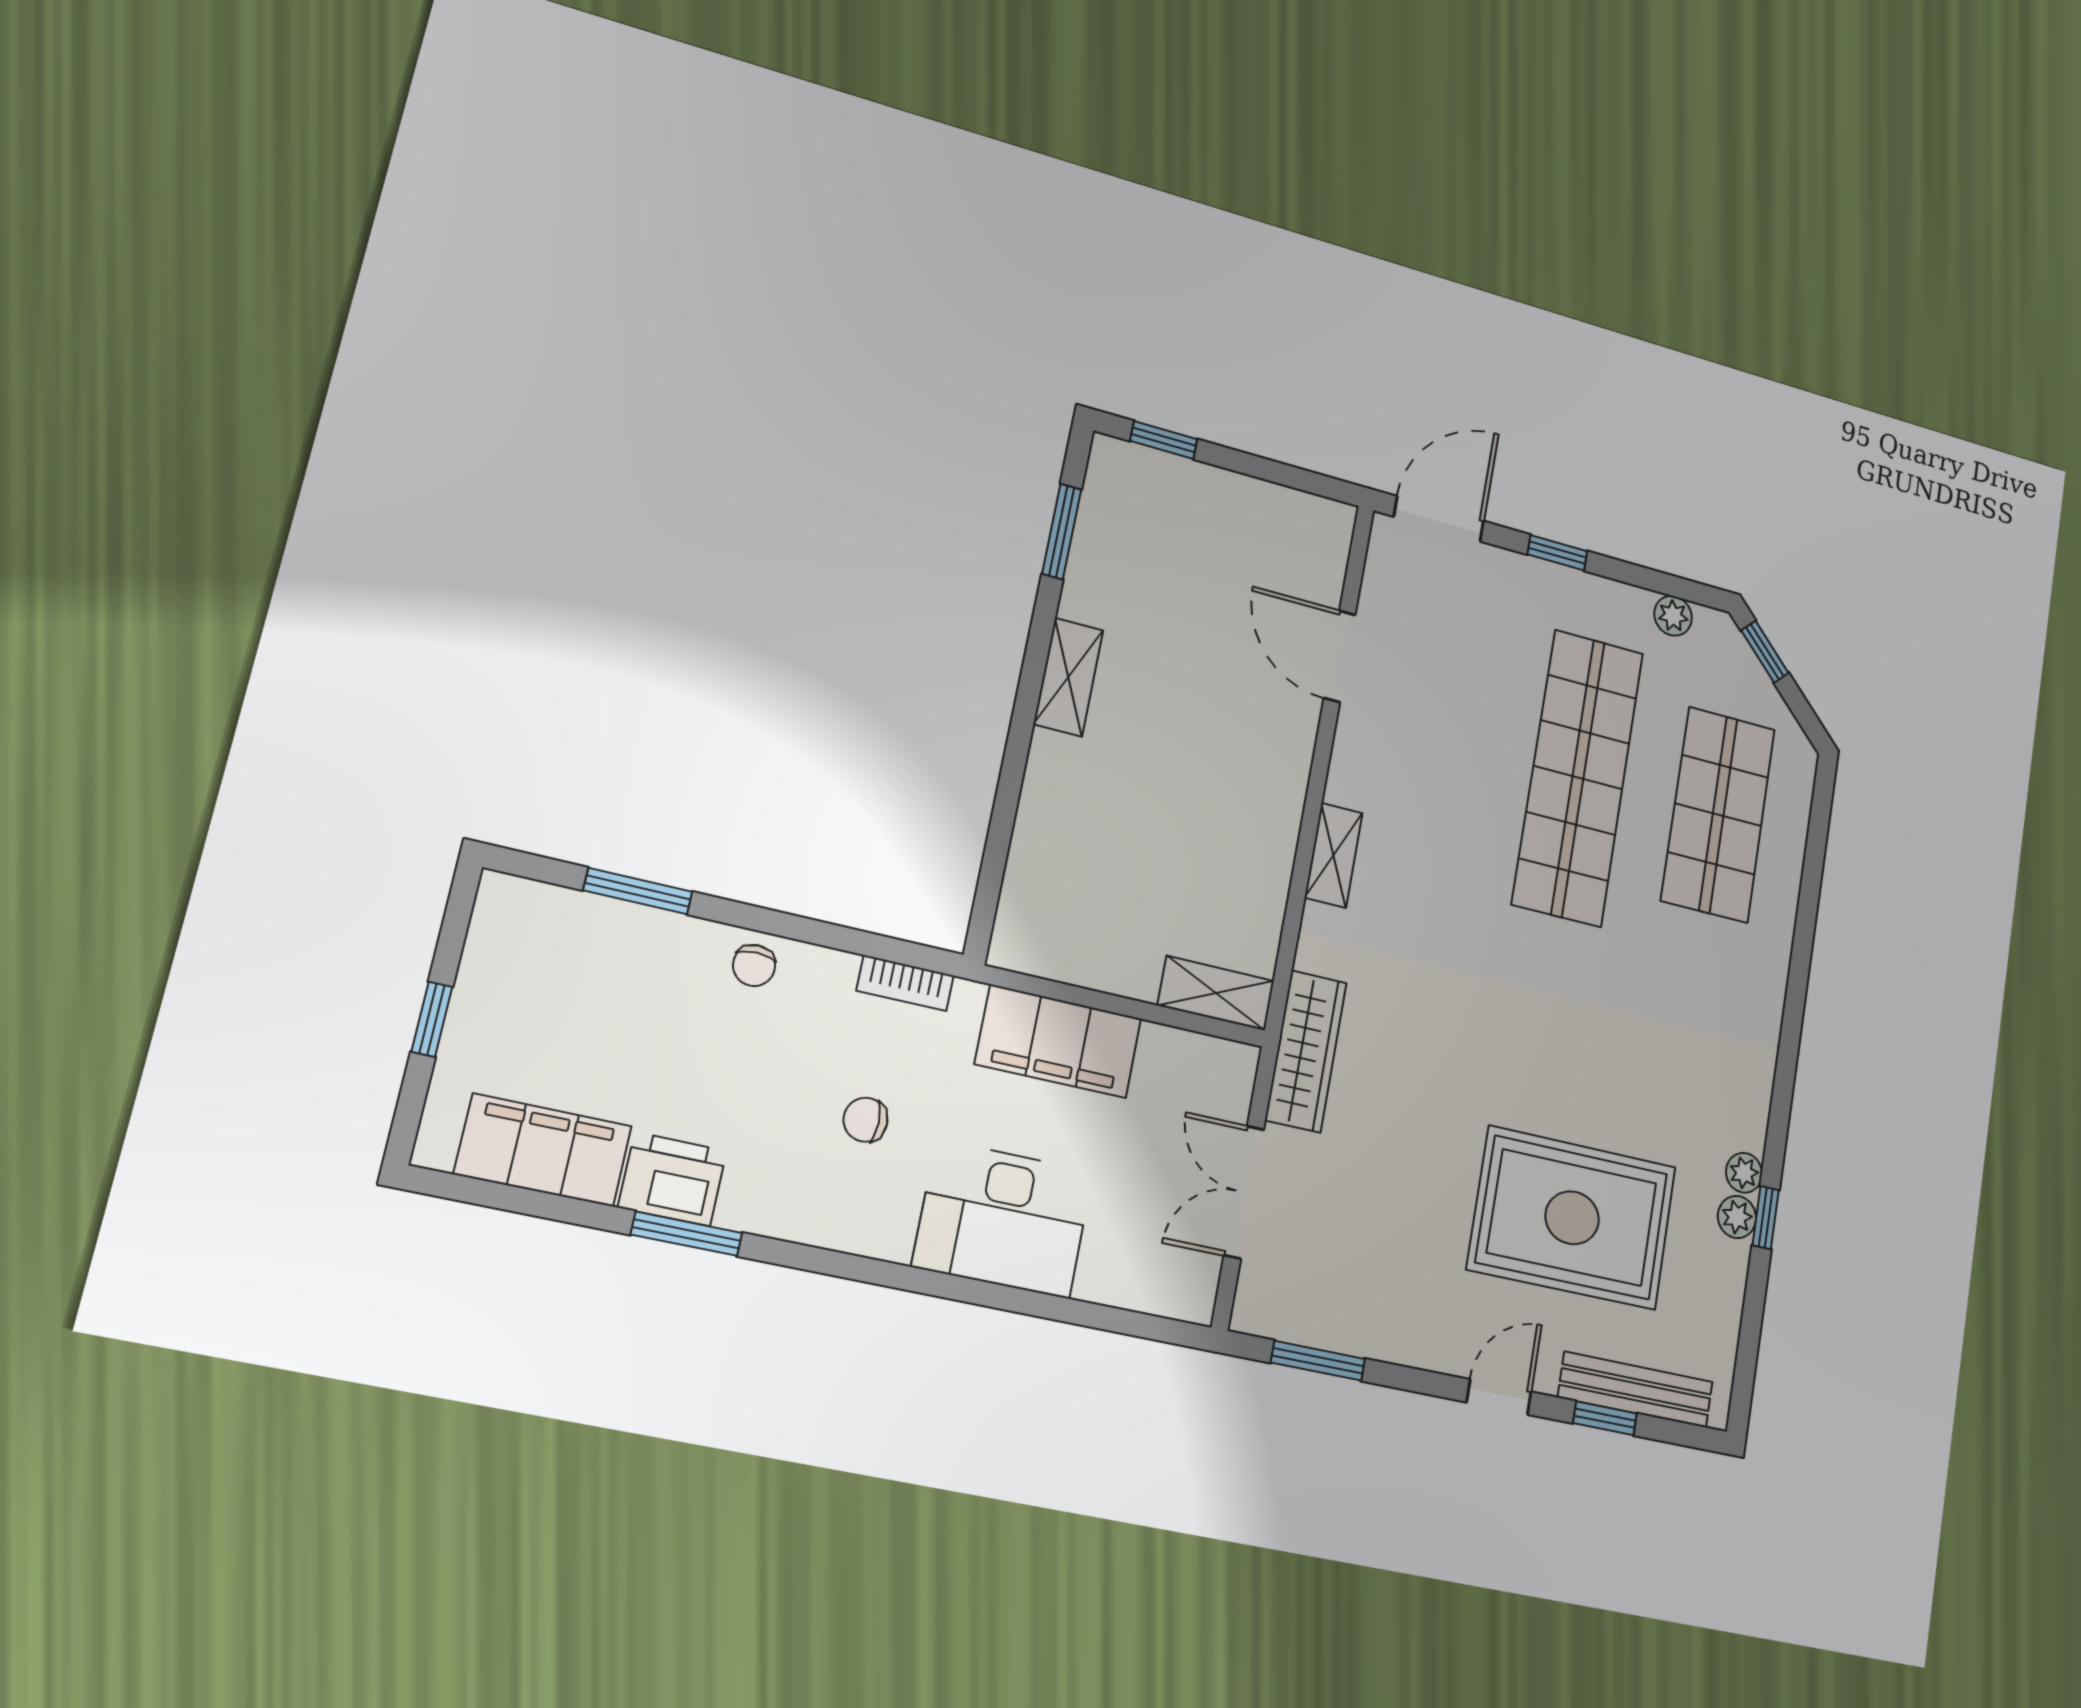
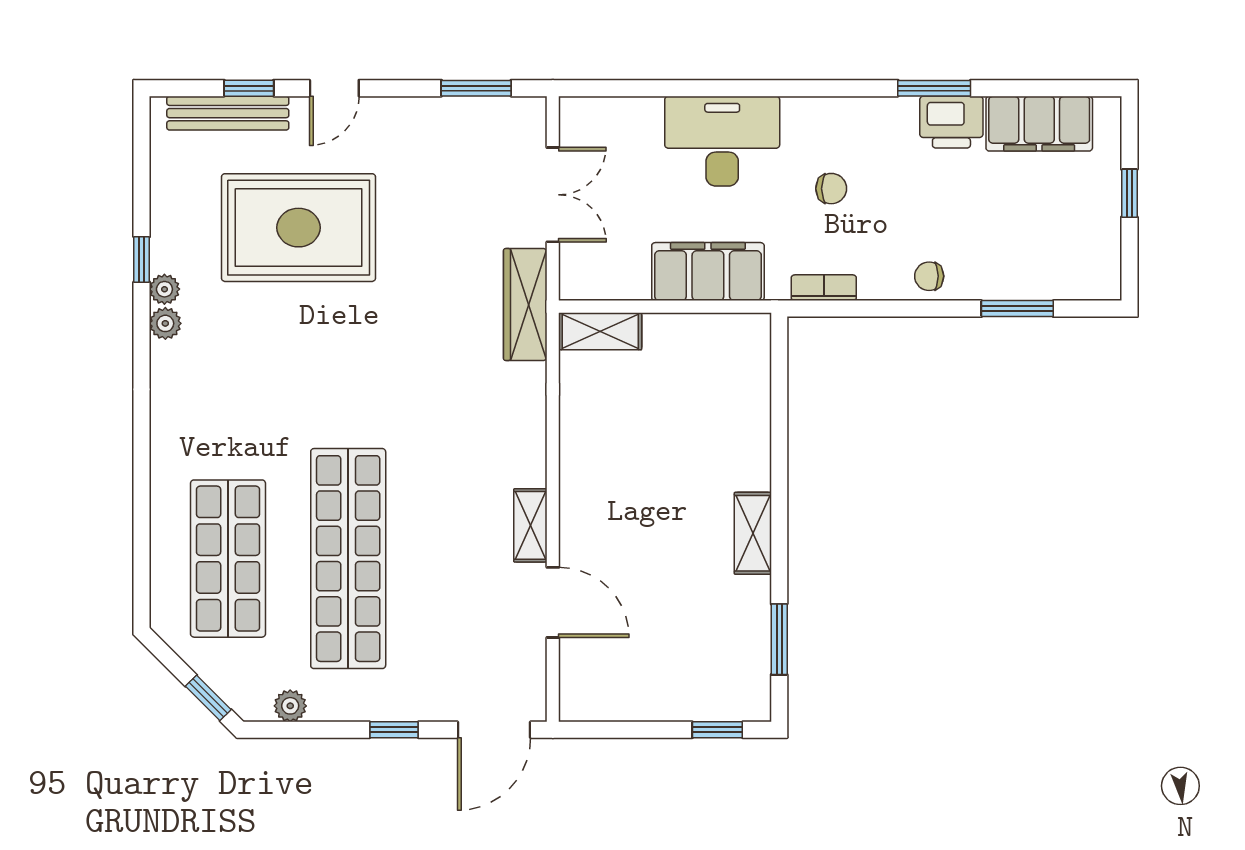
shelving: (1334, 855) -> (530, 525), moved
chair: (754, 965) -> (929, 276), turned -90
plant: (1737, 1217) -> (165, 323), moved

